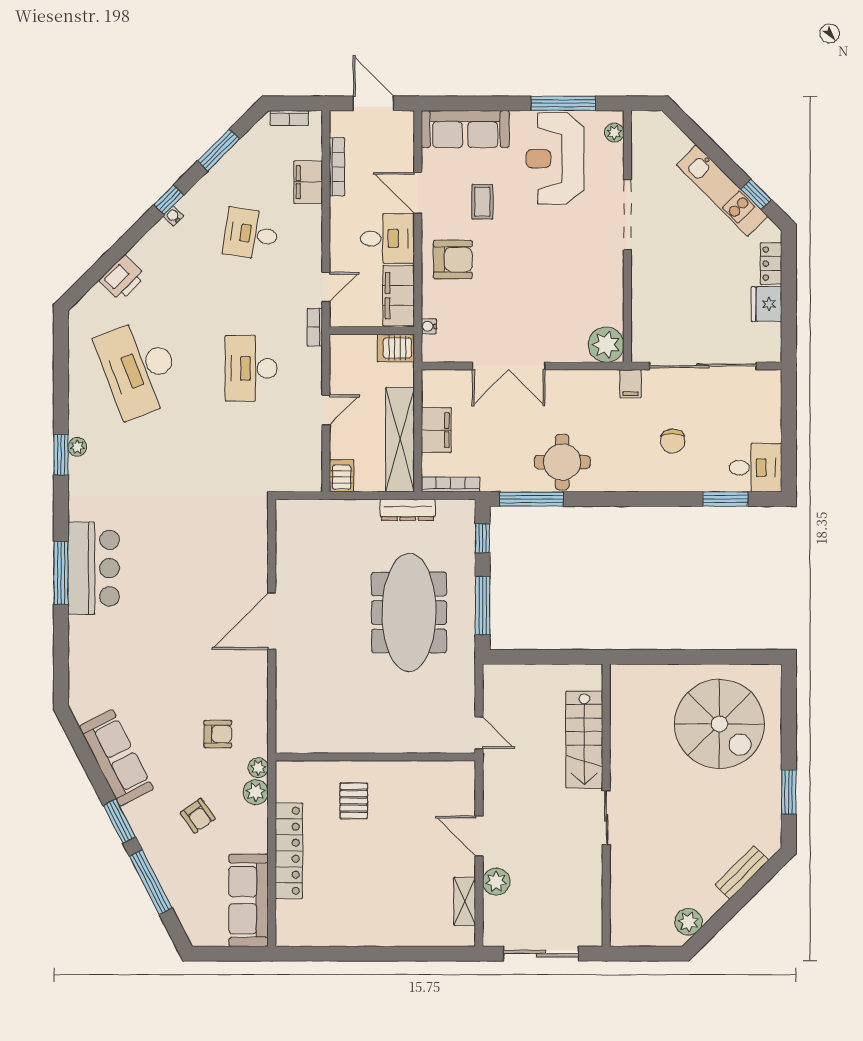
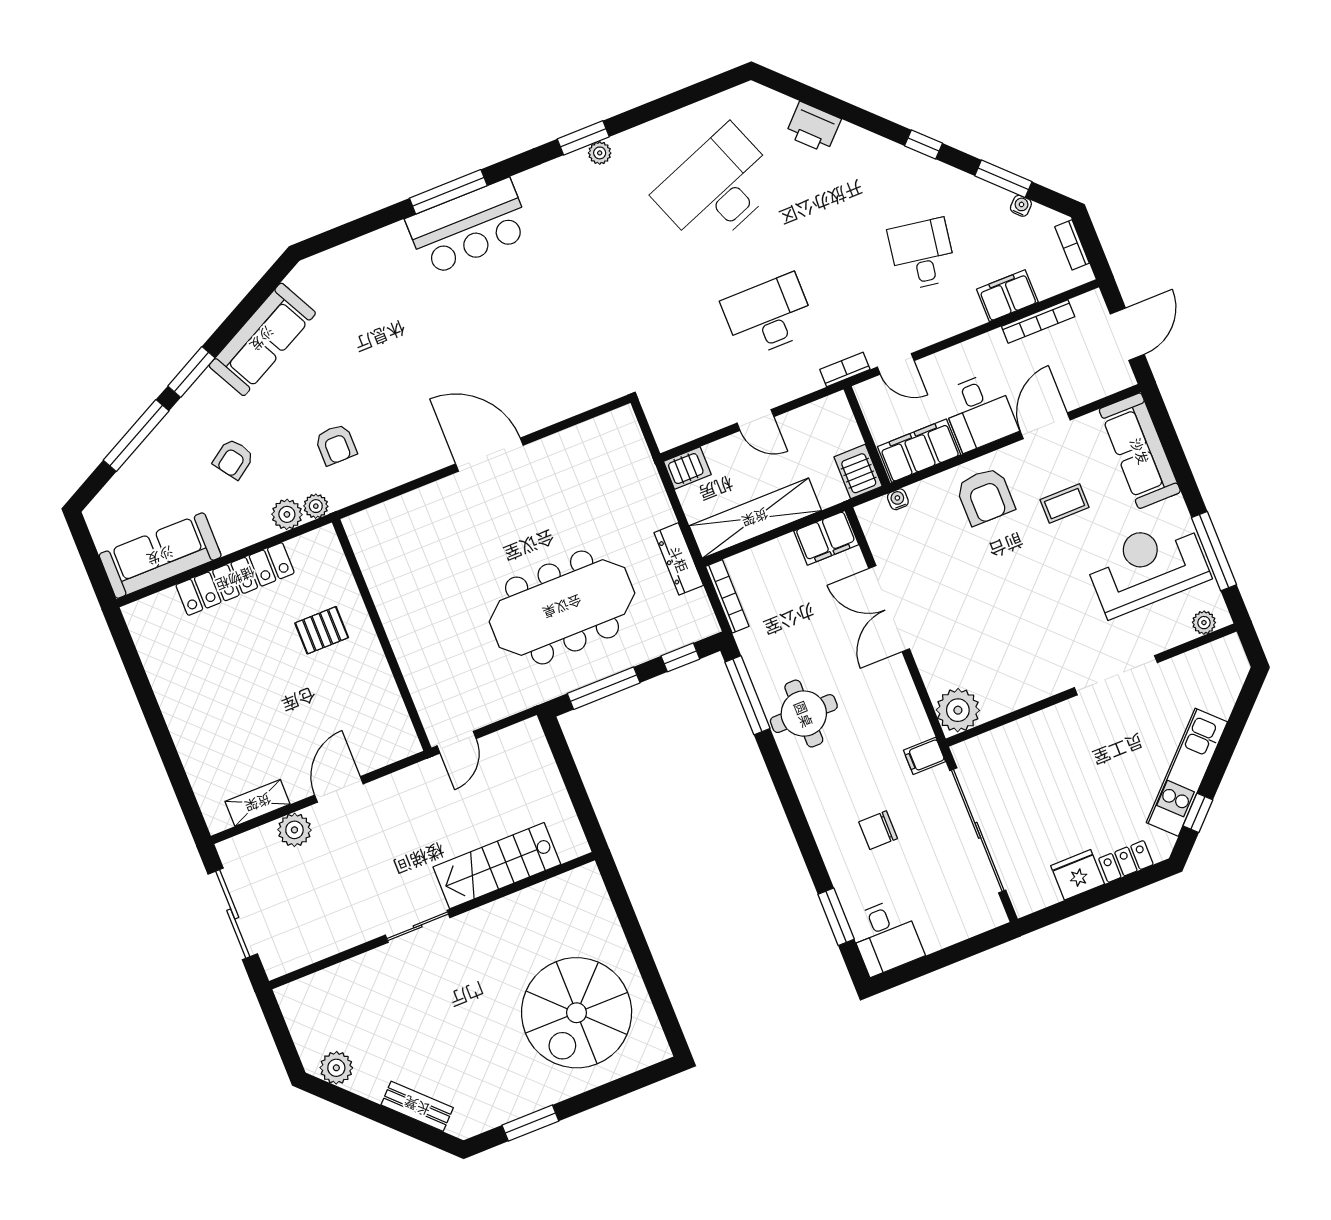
water cooler: (173, 216) -> (1021, 206), moved
filing cabinet: (436, 430) -> (826, 538), moved

